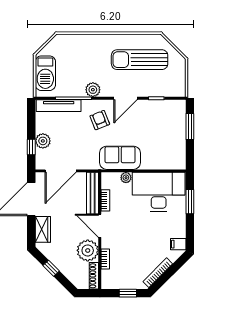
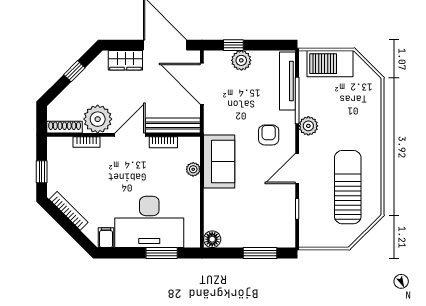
door: (125, 98) -> (297, 169), hinge flipped
armchair: (100, 120) -> (269, 135), turned -68
floor lamp: (179, 163) -> (212, 239), added
desk: (159, 192) -> (149, 222), moved, turned 90

